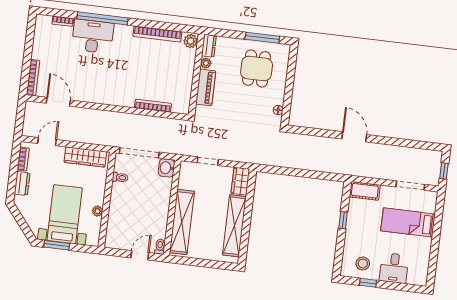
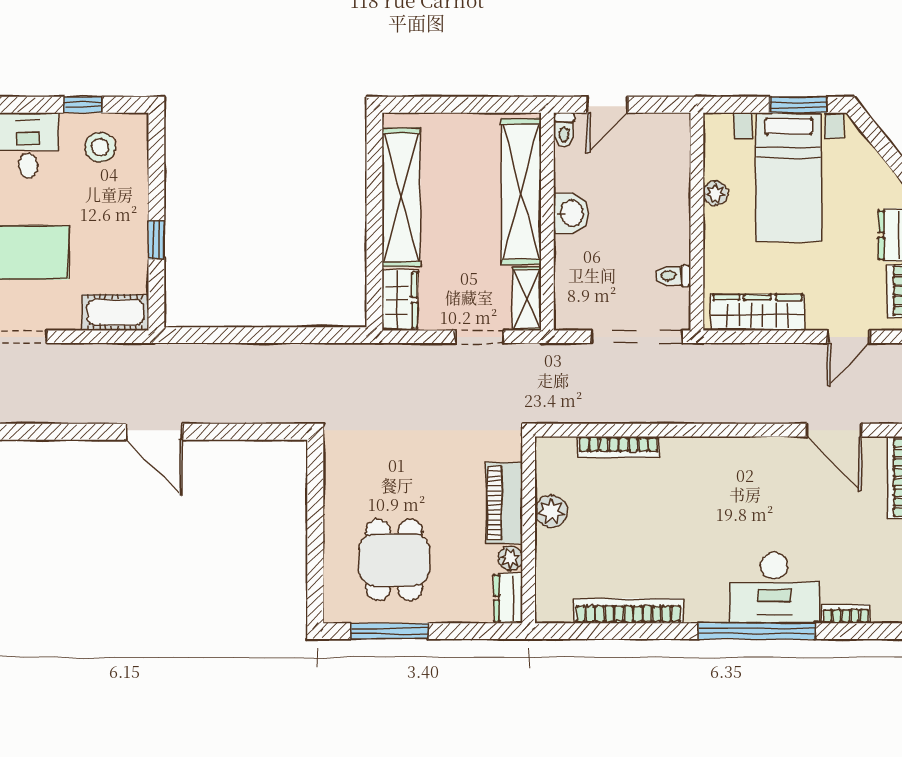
plant: (191, 41) -> (551, 512), moved
floor lamp: (278, 110) -> (334, 471), removed
washbasin: (166, 168) -> (571, 213), moved
shelving: (185, 175) -> (527, 299), added

